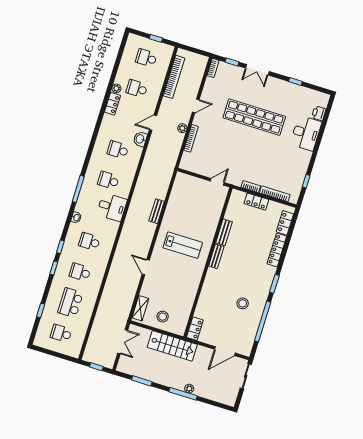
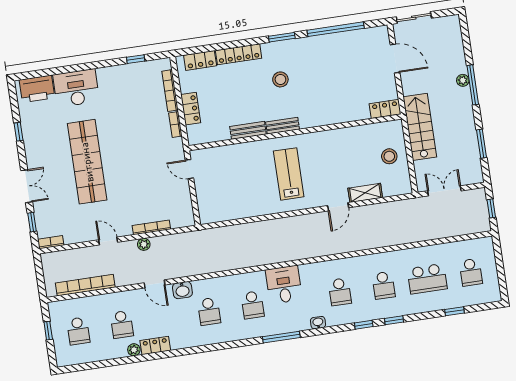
printer: (319, 113) -> (37, 89), width x1.87, depth x1.48
bench: (157, 211) -> (262, 227), removed
stool: (243, 303) -> (280, 79), moved
shelving: (140, 308) -> (365, 193), moved

